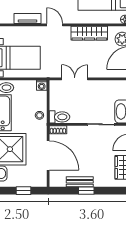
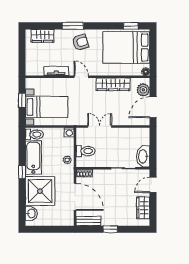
toilet: (59, 117) -> (86, 151), moved
bench: (80, 182) -> (89, 221), moved
window: (23, 191) -> (52, 229), removed

